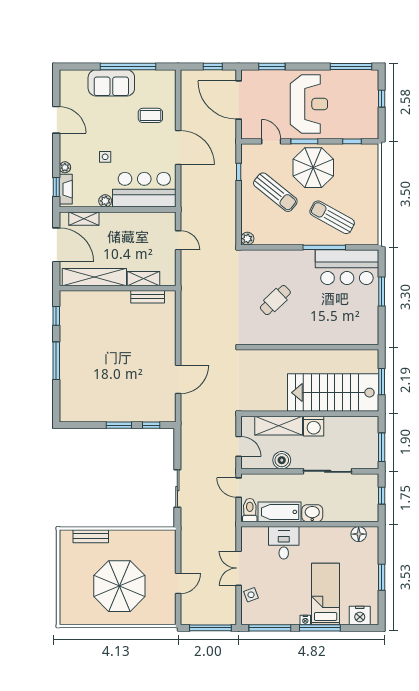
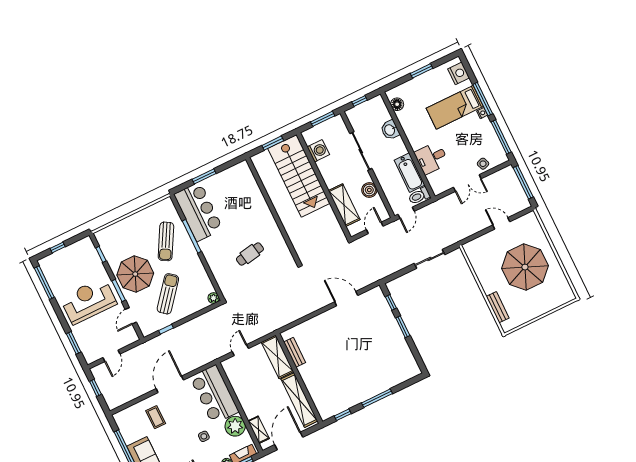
door: (239, 100) -> (111, 356), width x0.53
plant: (105, 201) -> (235, 426), width x1.87, depth x1.87
shelving: (144, 279) -> (277, 357), width x1.50, depth x1.33
cafe table: (275, 300) -> (250, 254), turned -56
washing machine: (314, 426) -> (318, 151), moved
washbasin: (312, 513) -> (390, 130), moved

